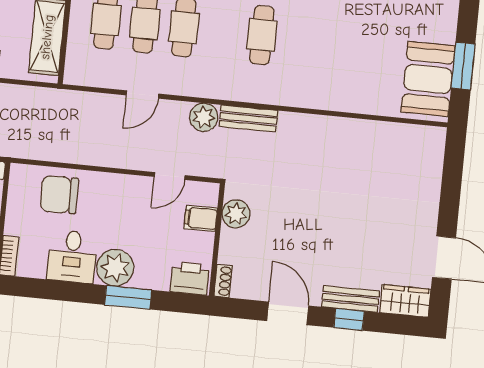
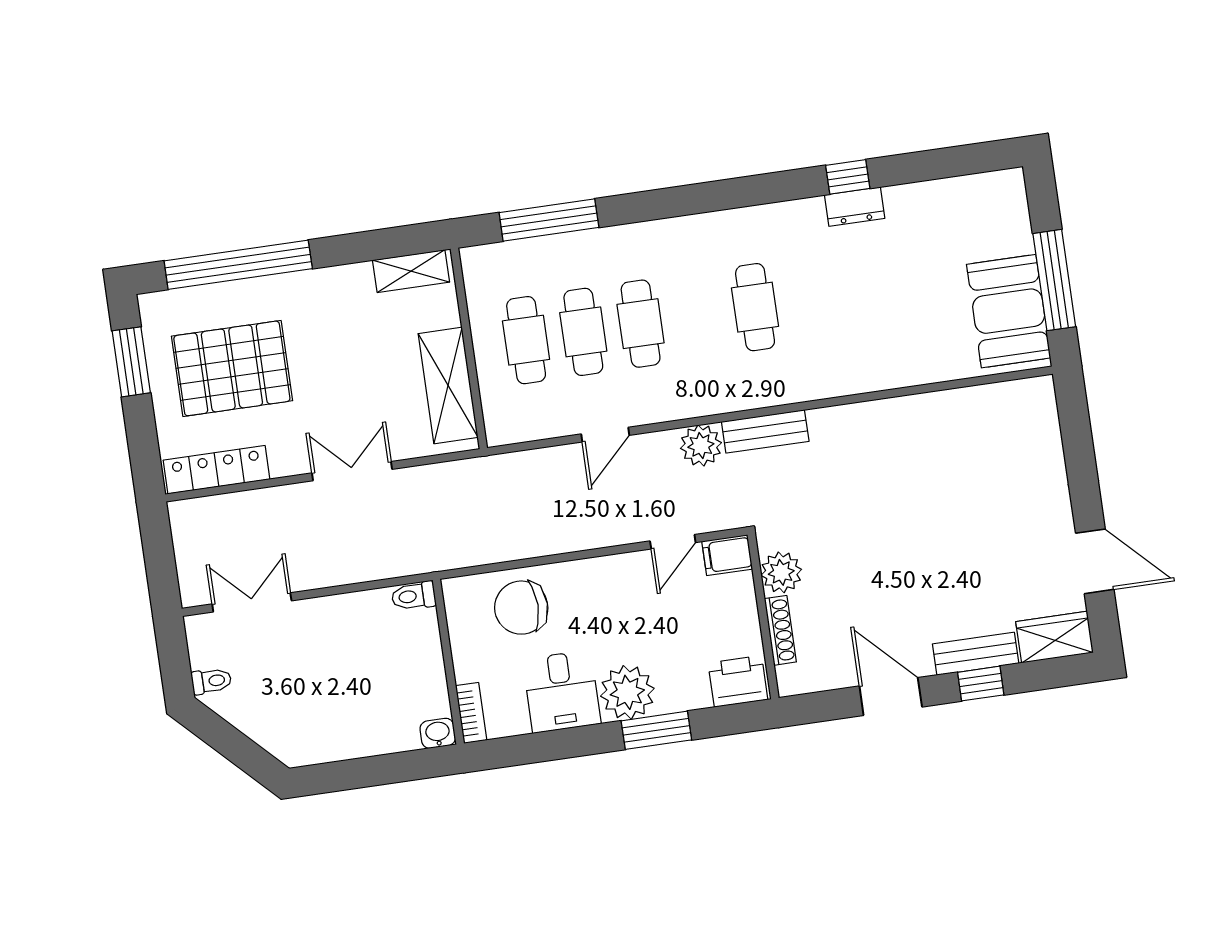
window: (463, 66) -> (1054, 280), width x1.44
filing cabinet: (201, 218) -> (727, 555), moved
shoe rack: (223, 281) -> (780, 630), moved, width x1.43

